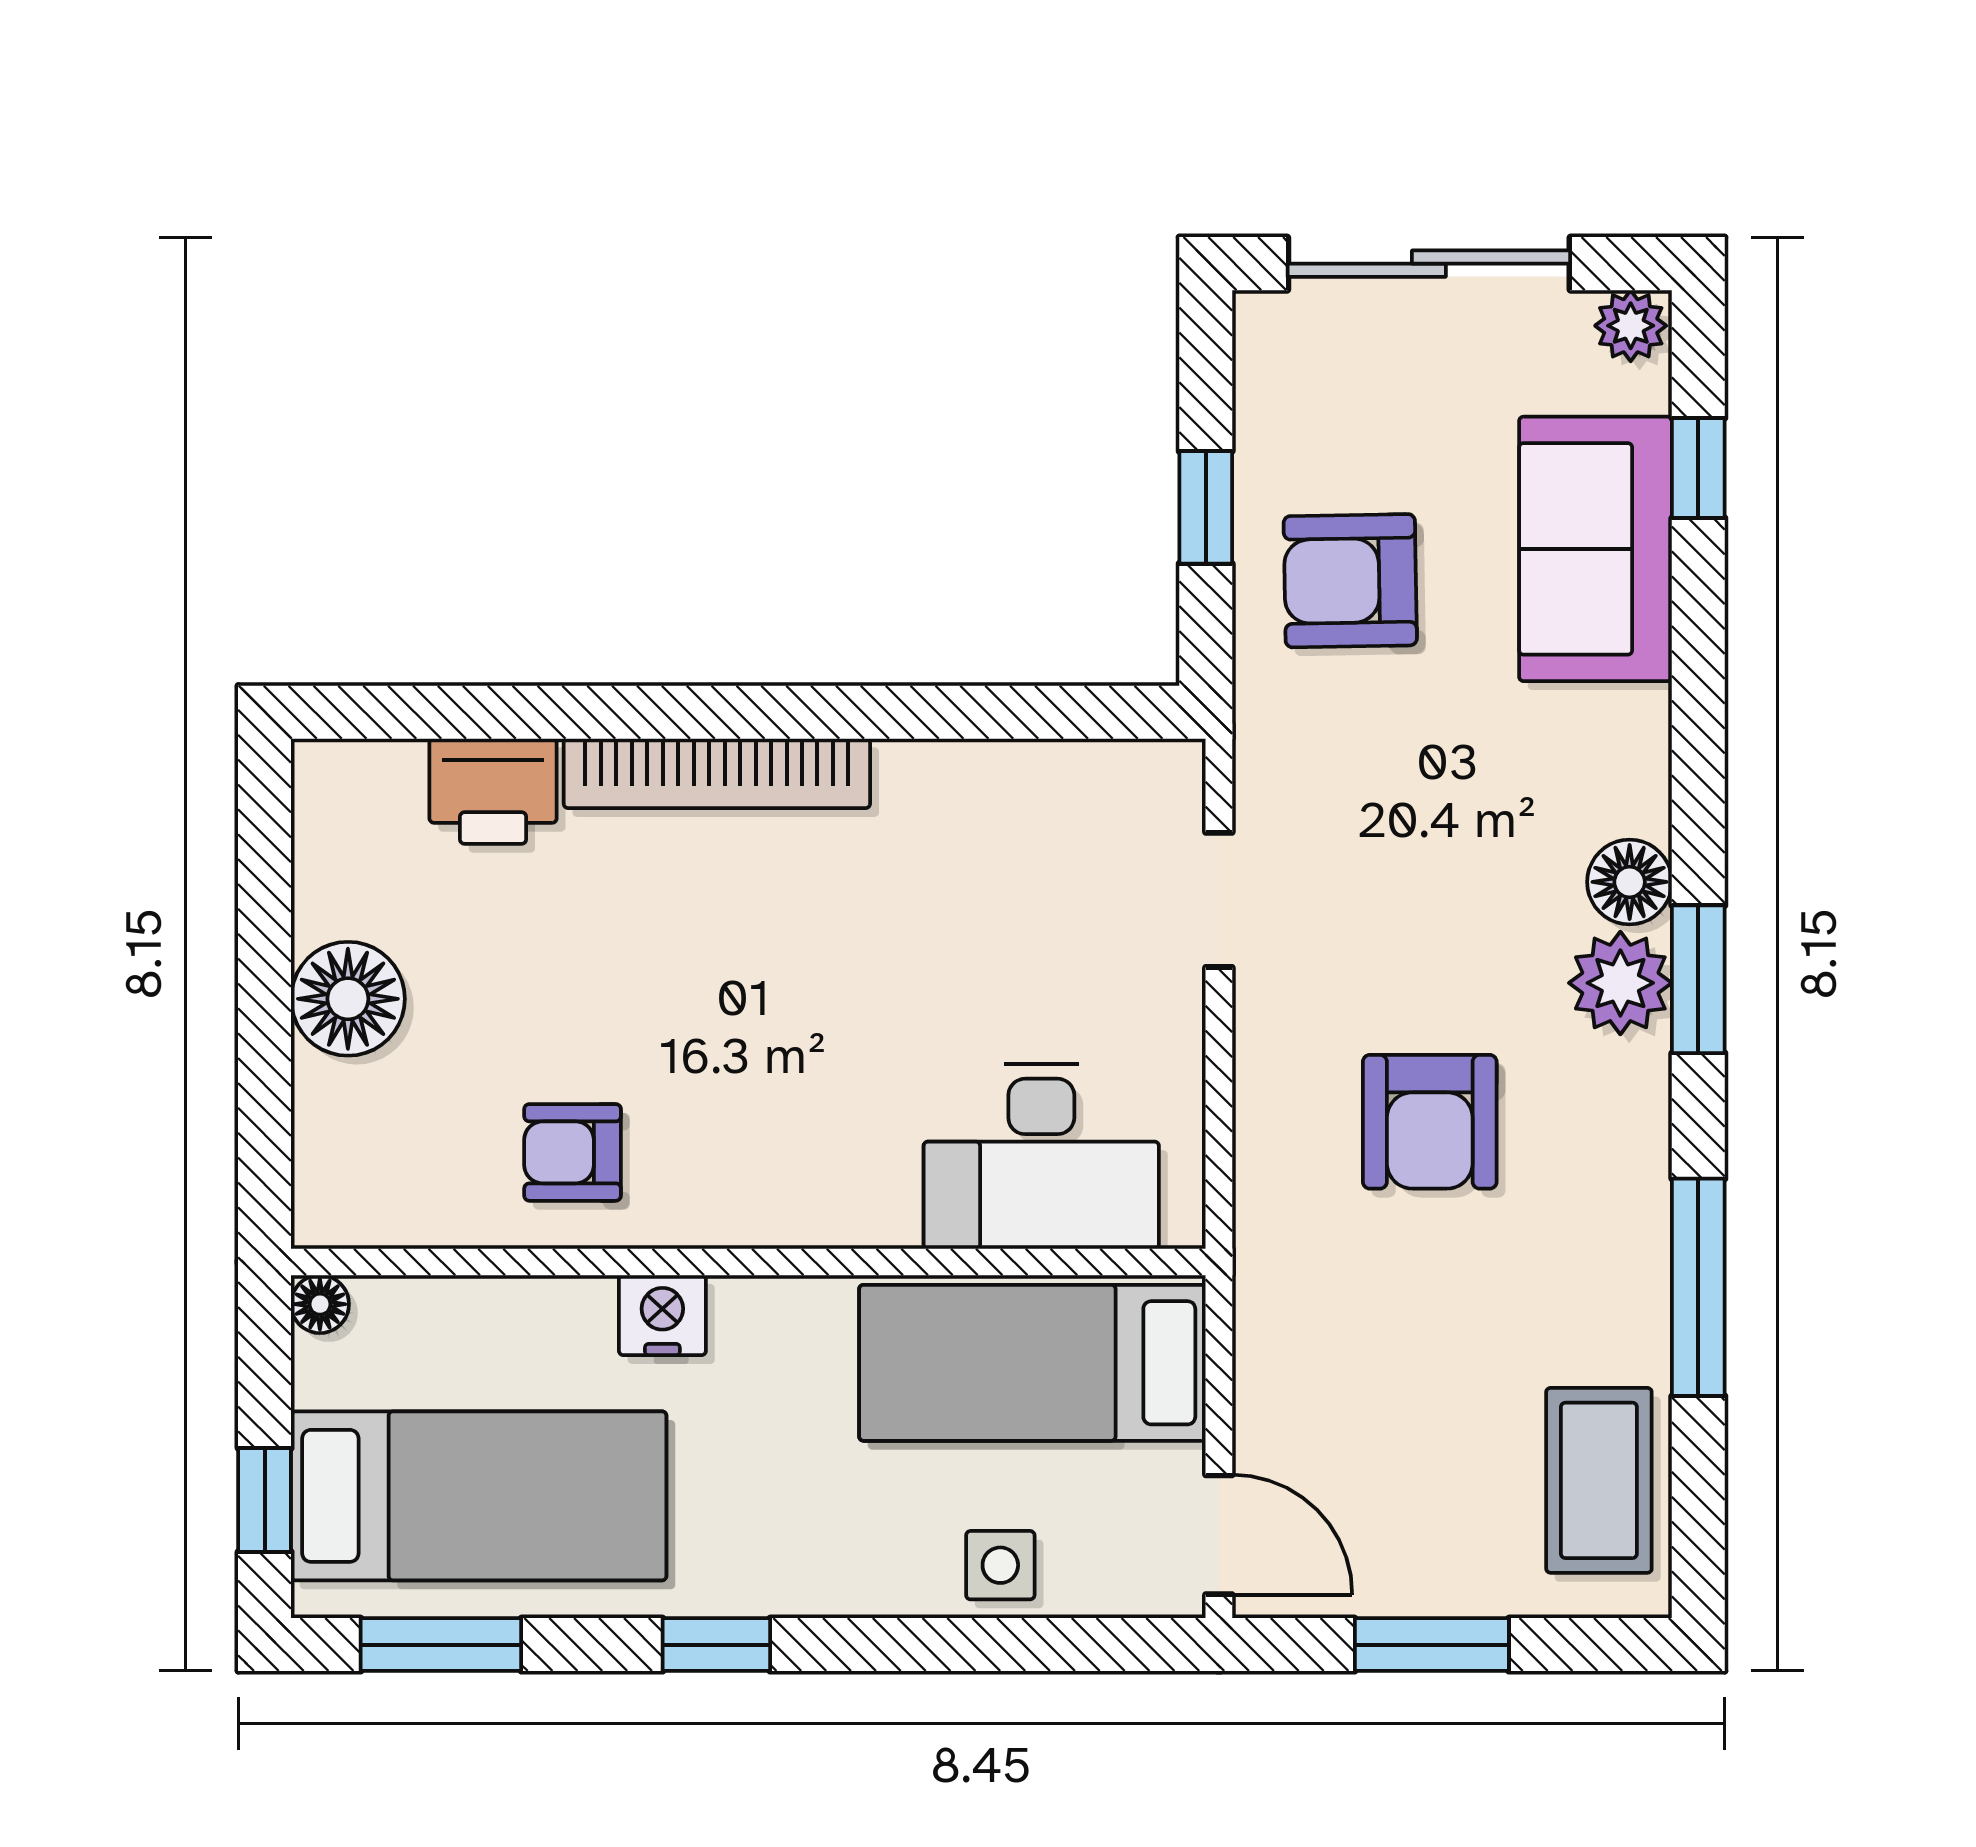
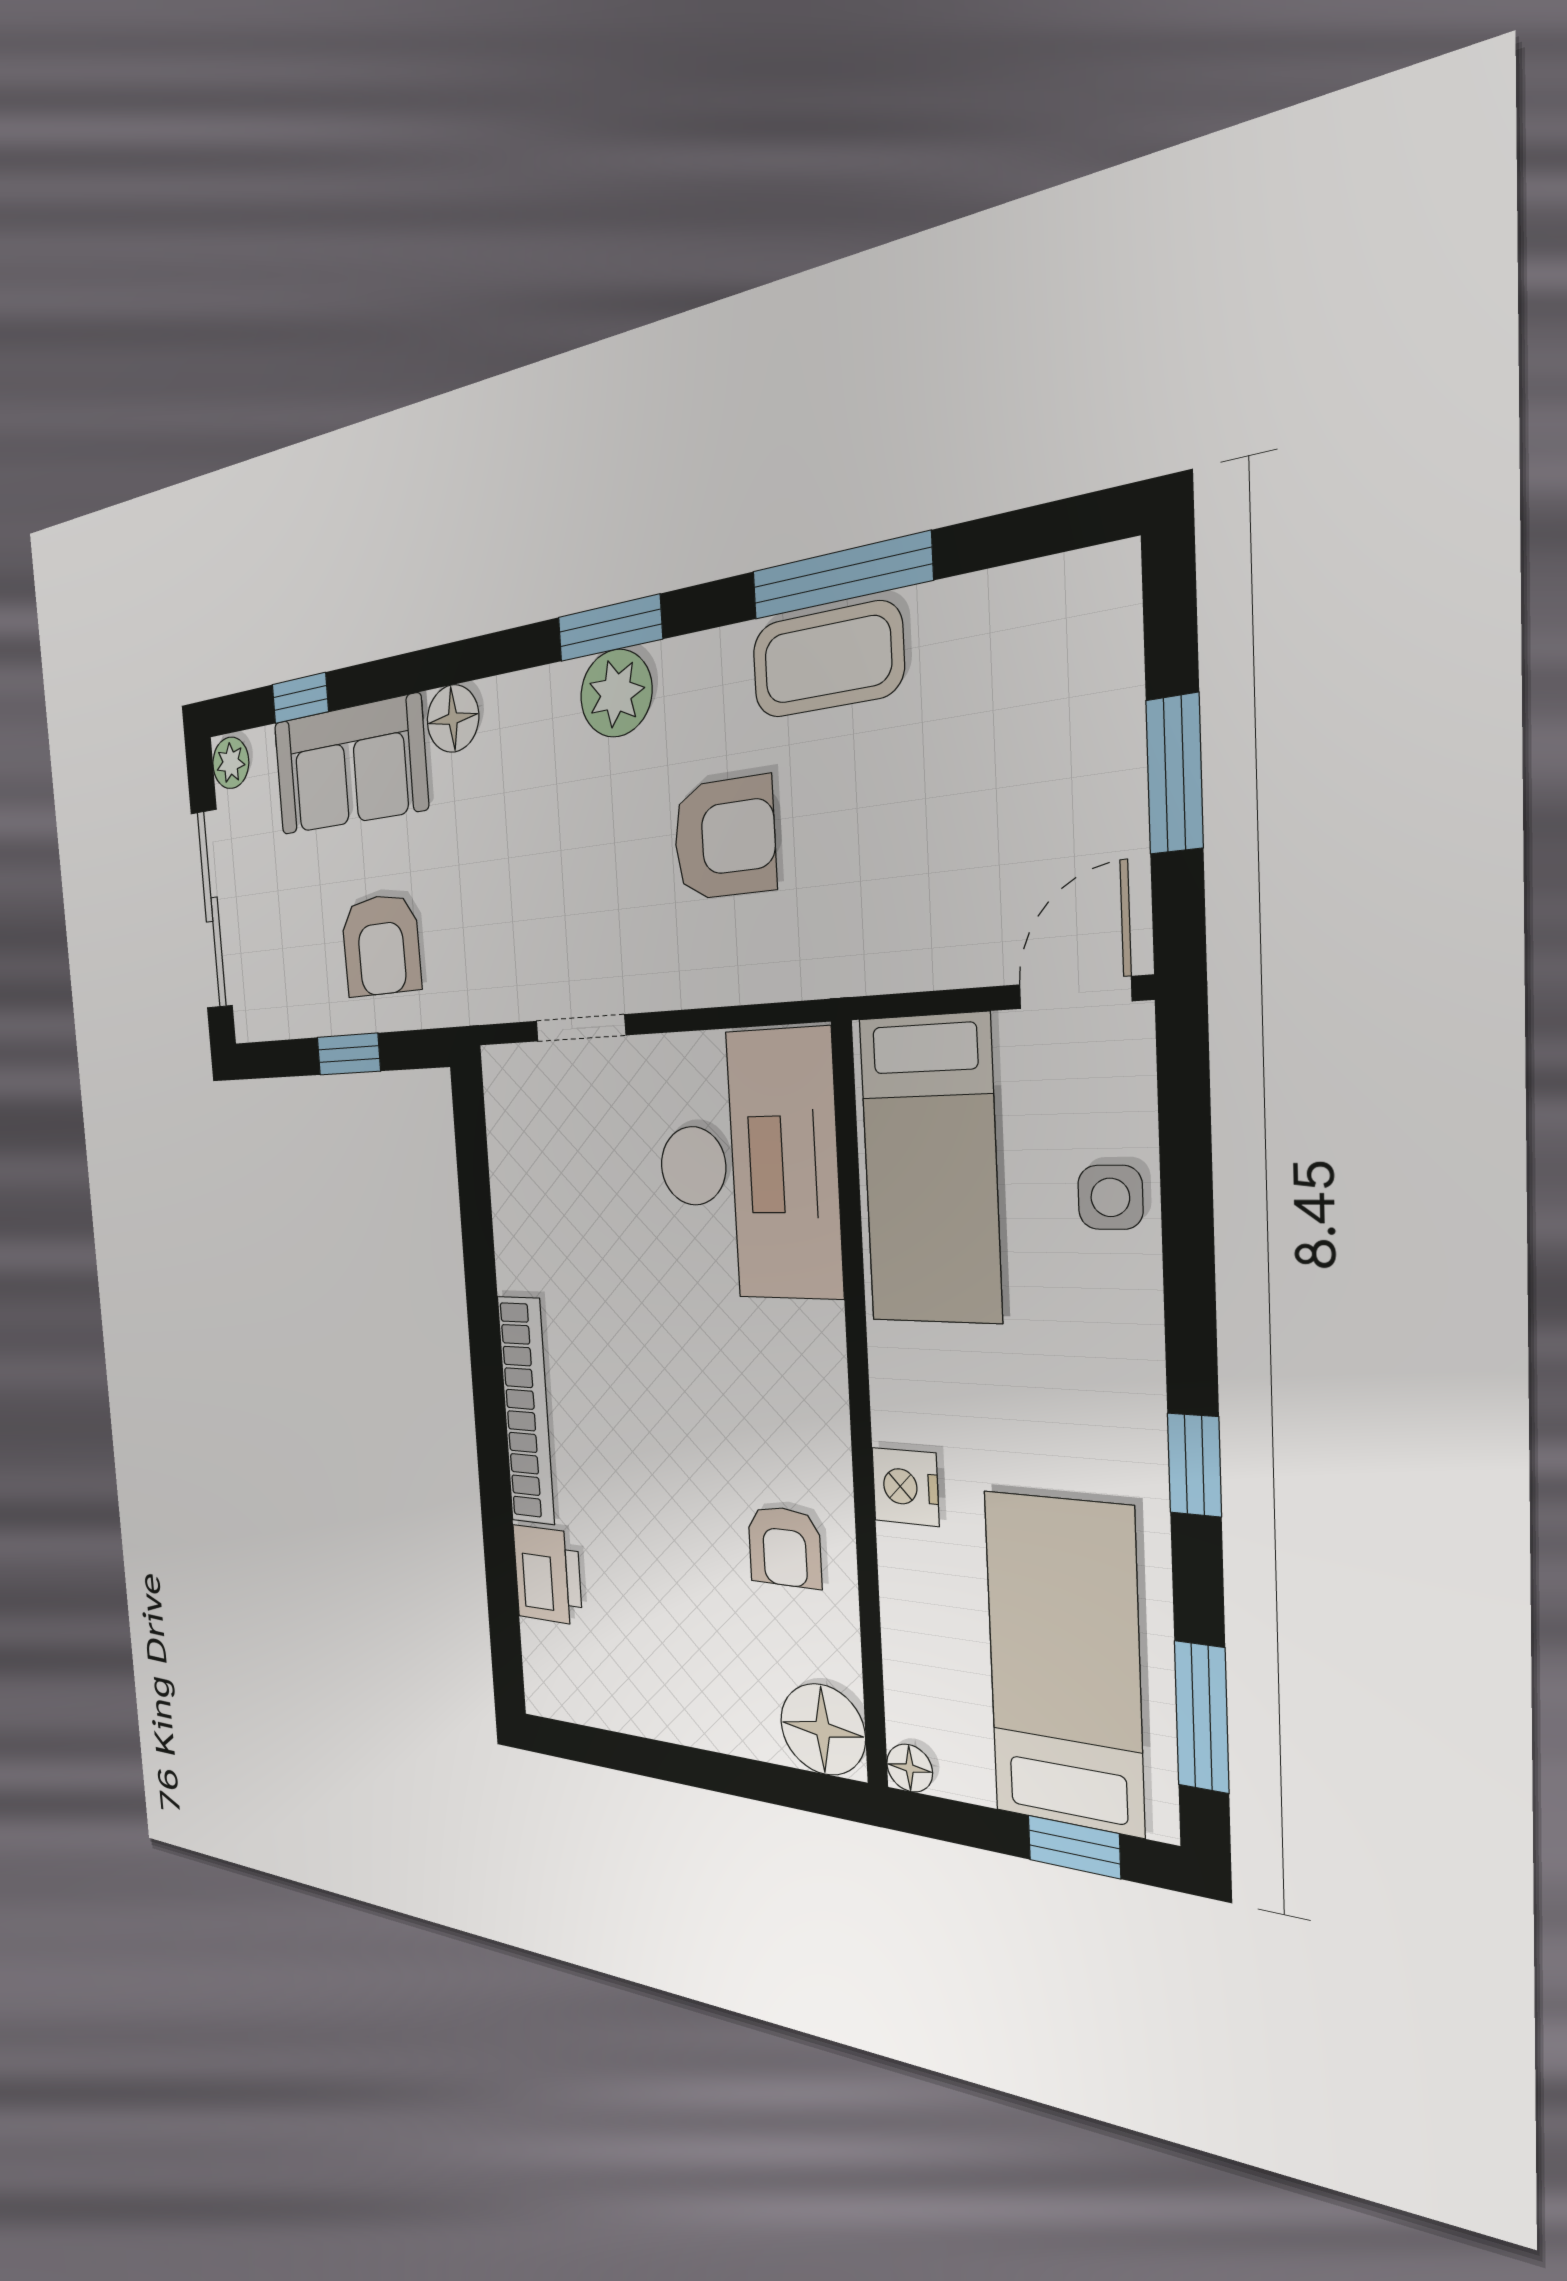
floor lamp: (1630, 882) -> (453, 719), moved
floor lamp: (348, 999) -> (823, 1729), moved
desk: (1041, 1156) -> (747, 1165), width x1.36, depth x1.30
coffee table: (1599, 1480) -> (827, 660), moved

